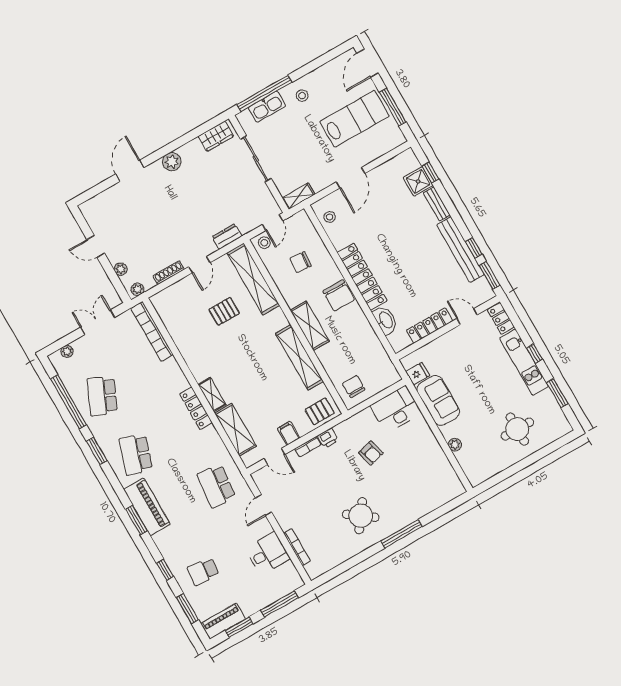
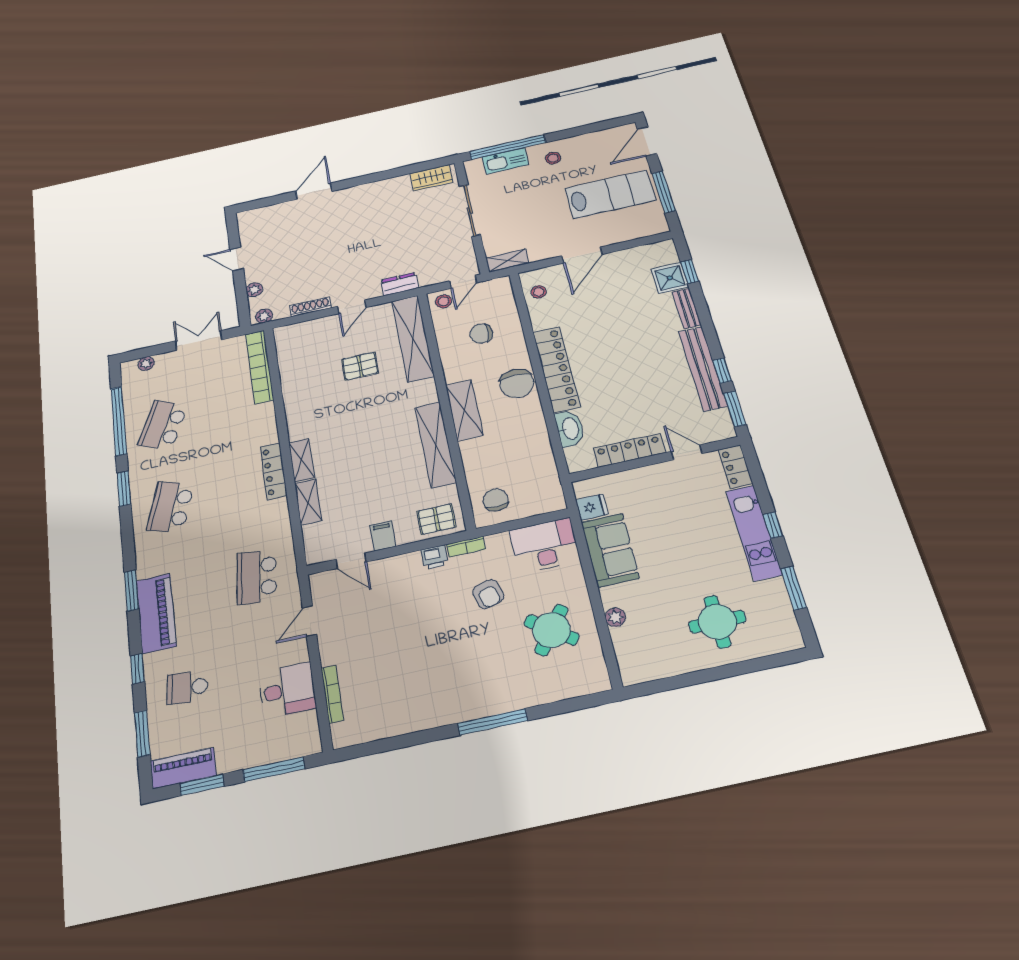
plant: (172, 162) -> (367, 192), removed
shelving: (235, 430) -> (308, 502), width x0.67, depth x0.75
bookcase: (308, 447) -> (466, 547), moved
piano: (147, 507) -> (156, 613), moved
round table: (361, 516) -> (551, 630), moved

